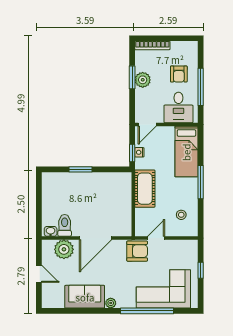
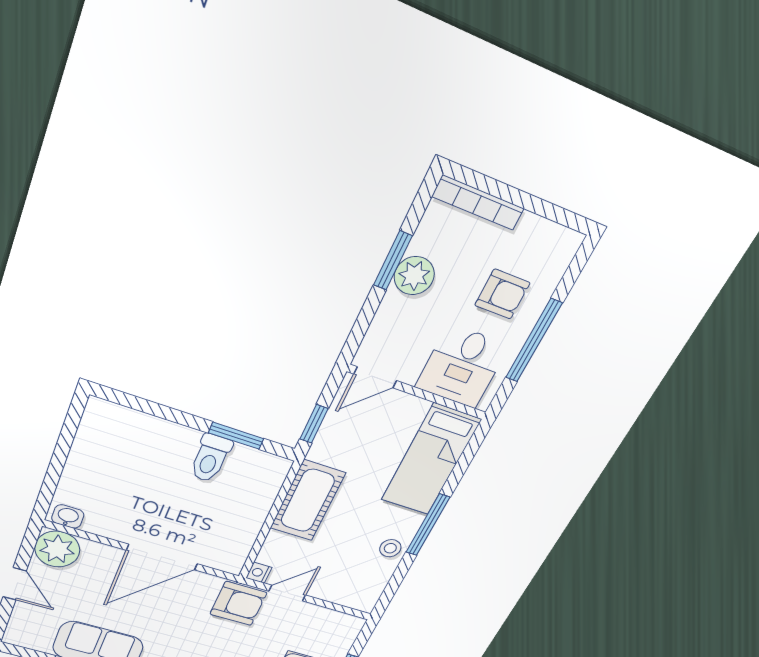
armchair: (179, 74) -> (502, 294), turned -90
nightstand: (139, 152) -> (259, 573), moved
window: (80, 169) -> (236, 436), moved
stool: (181, 215) -> (390, 548), moved
toilet: (65, 225) -> (210, 458), moved, turned 180
plant: (64, 249) -> (57, 549), moved

